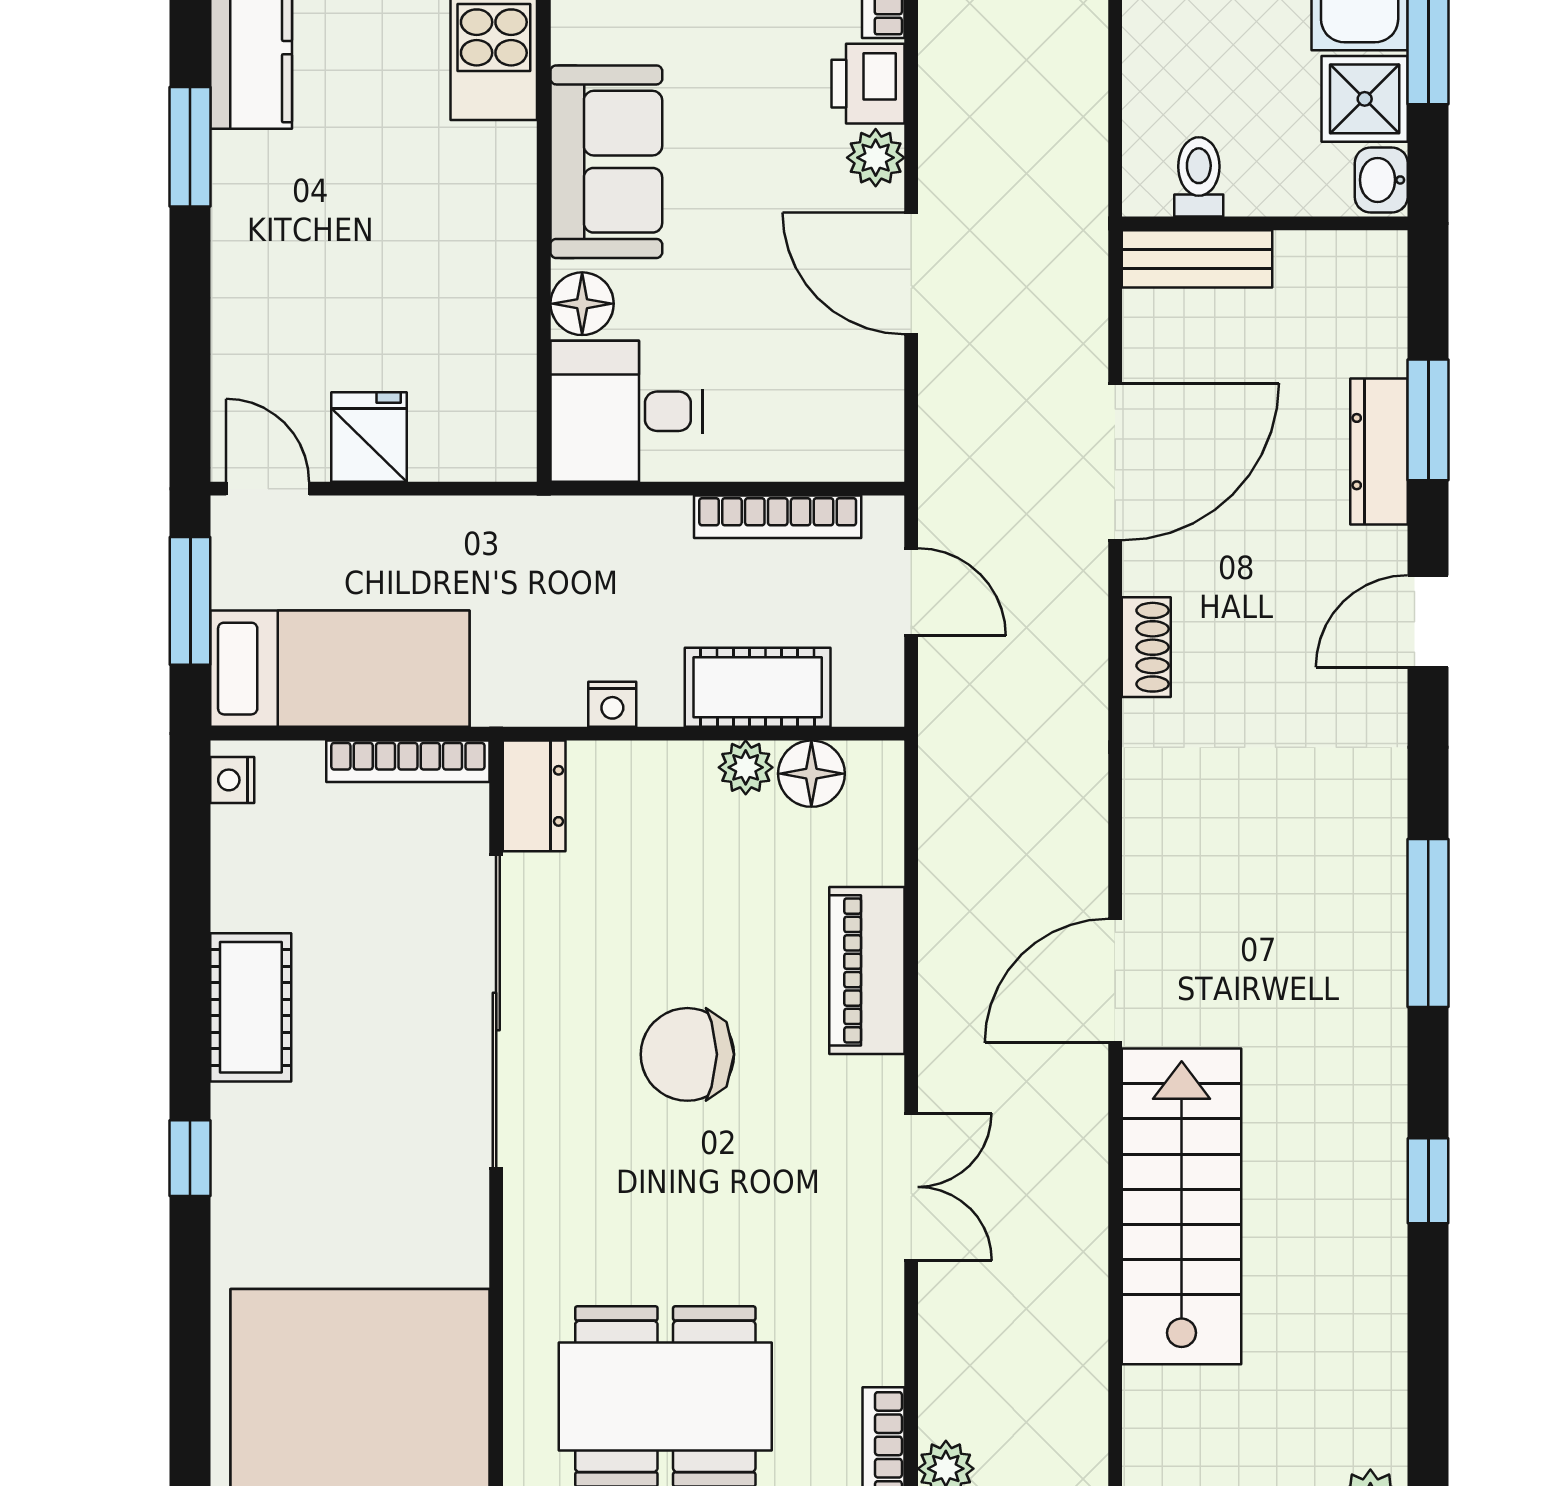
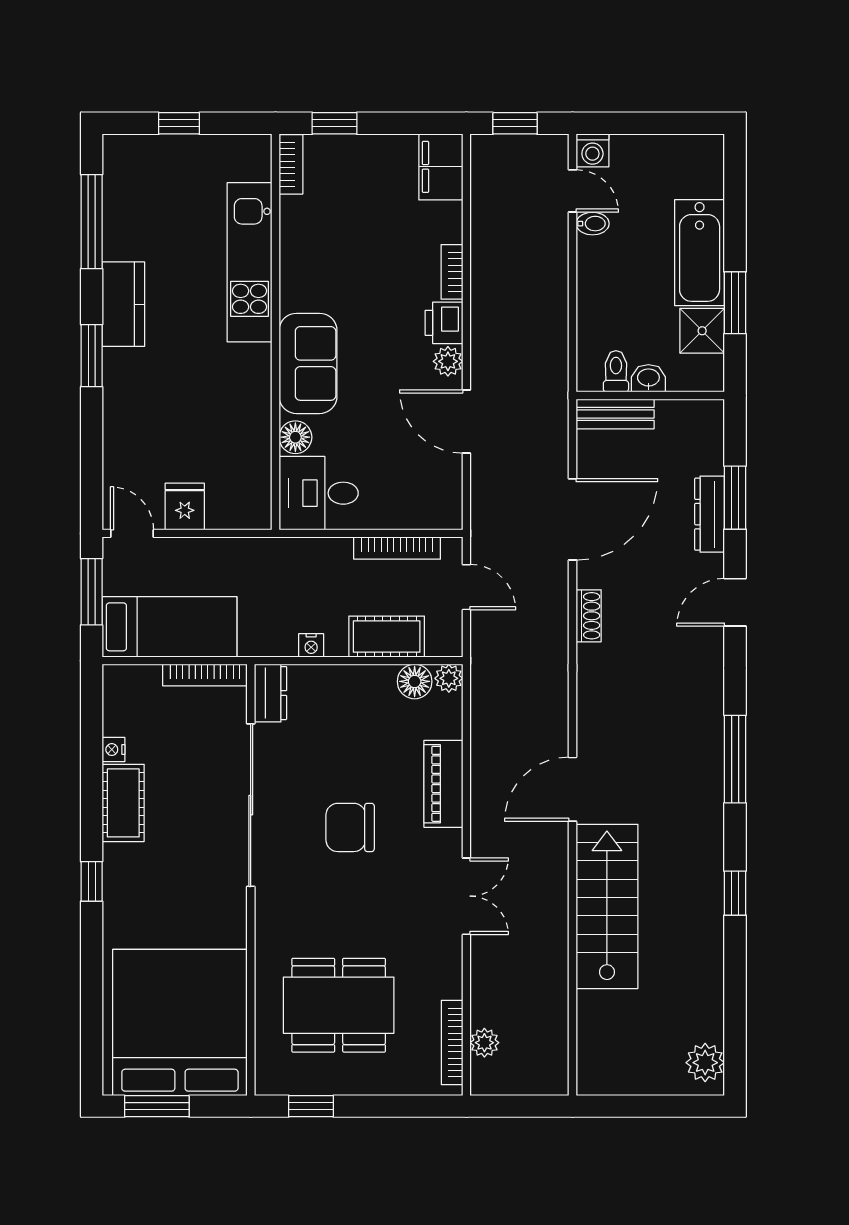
washbasin: (1381, 180) -> (648, 378), moved, turned 90
plant: (746, 767) -> (449, 678), moved
nightstand: (232, 780) -> (114, 750), moved

